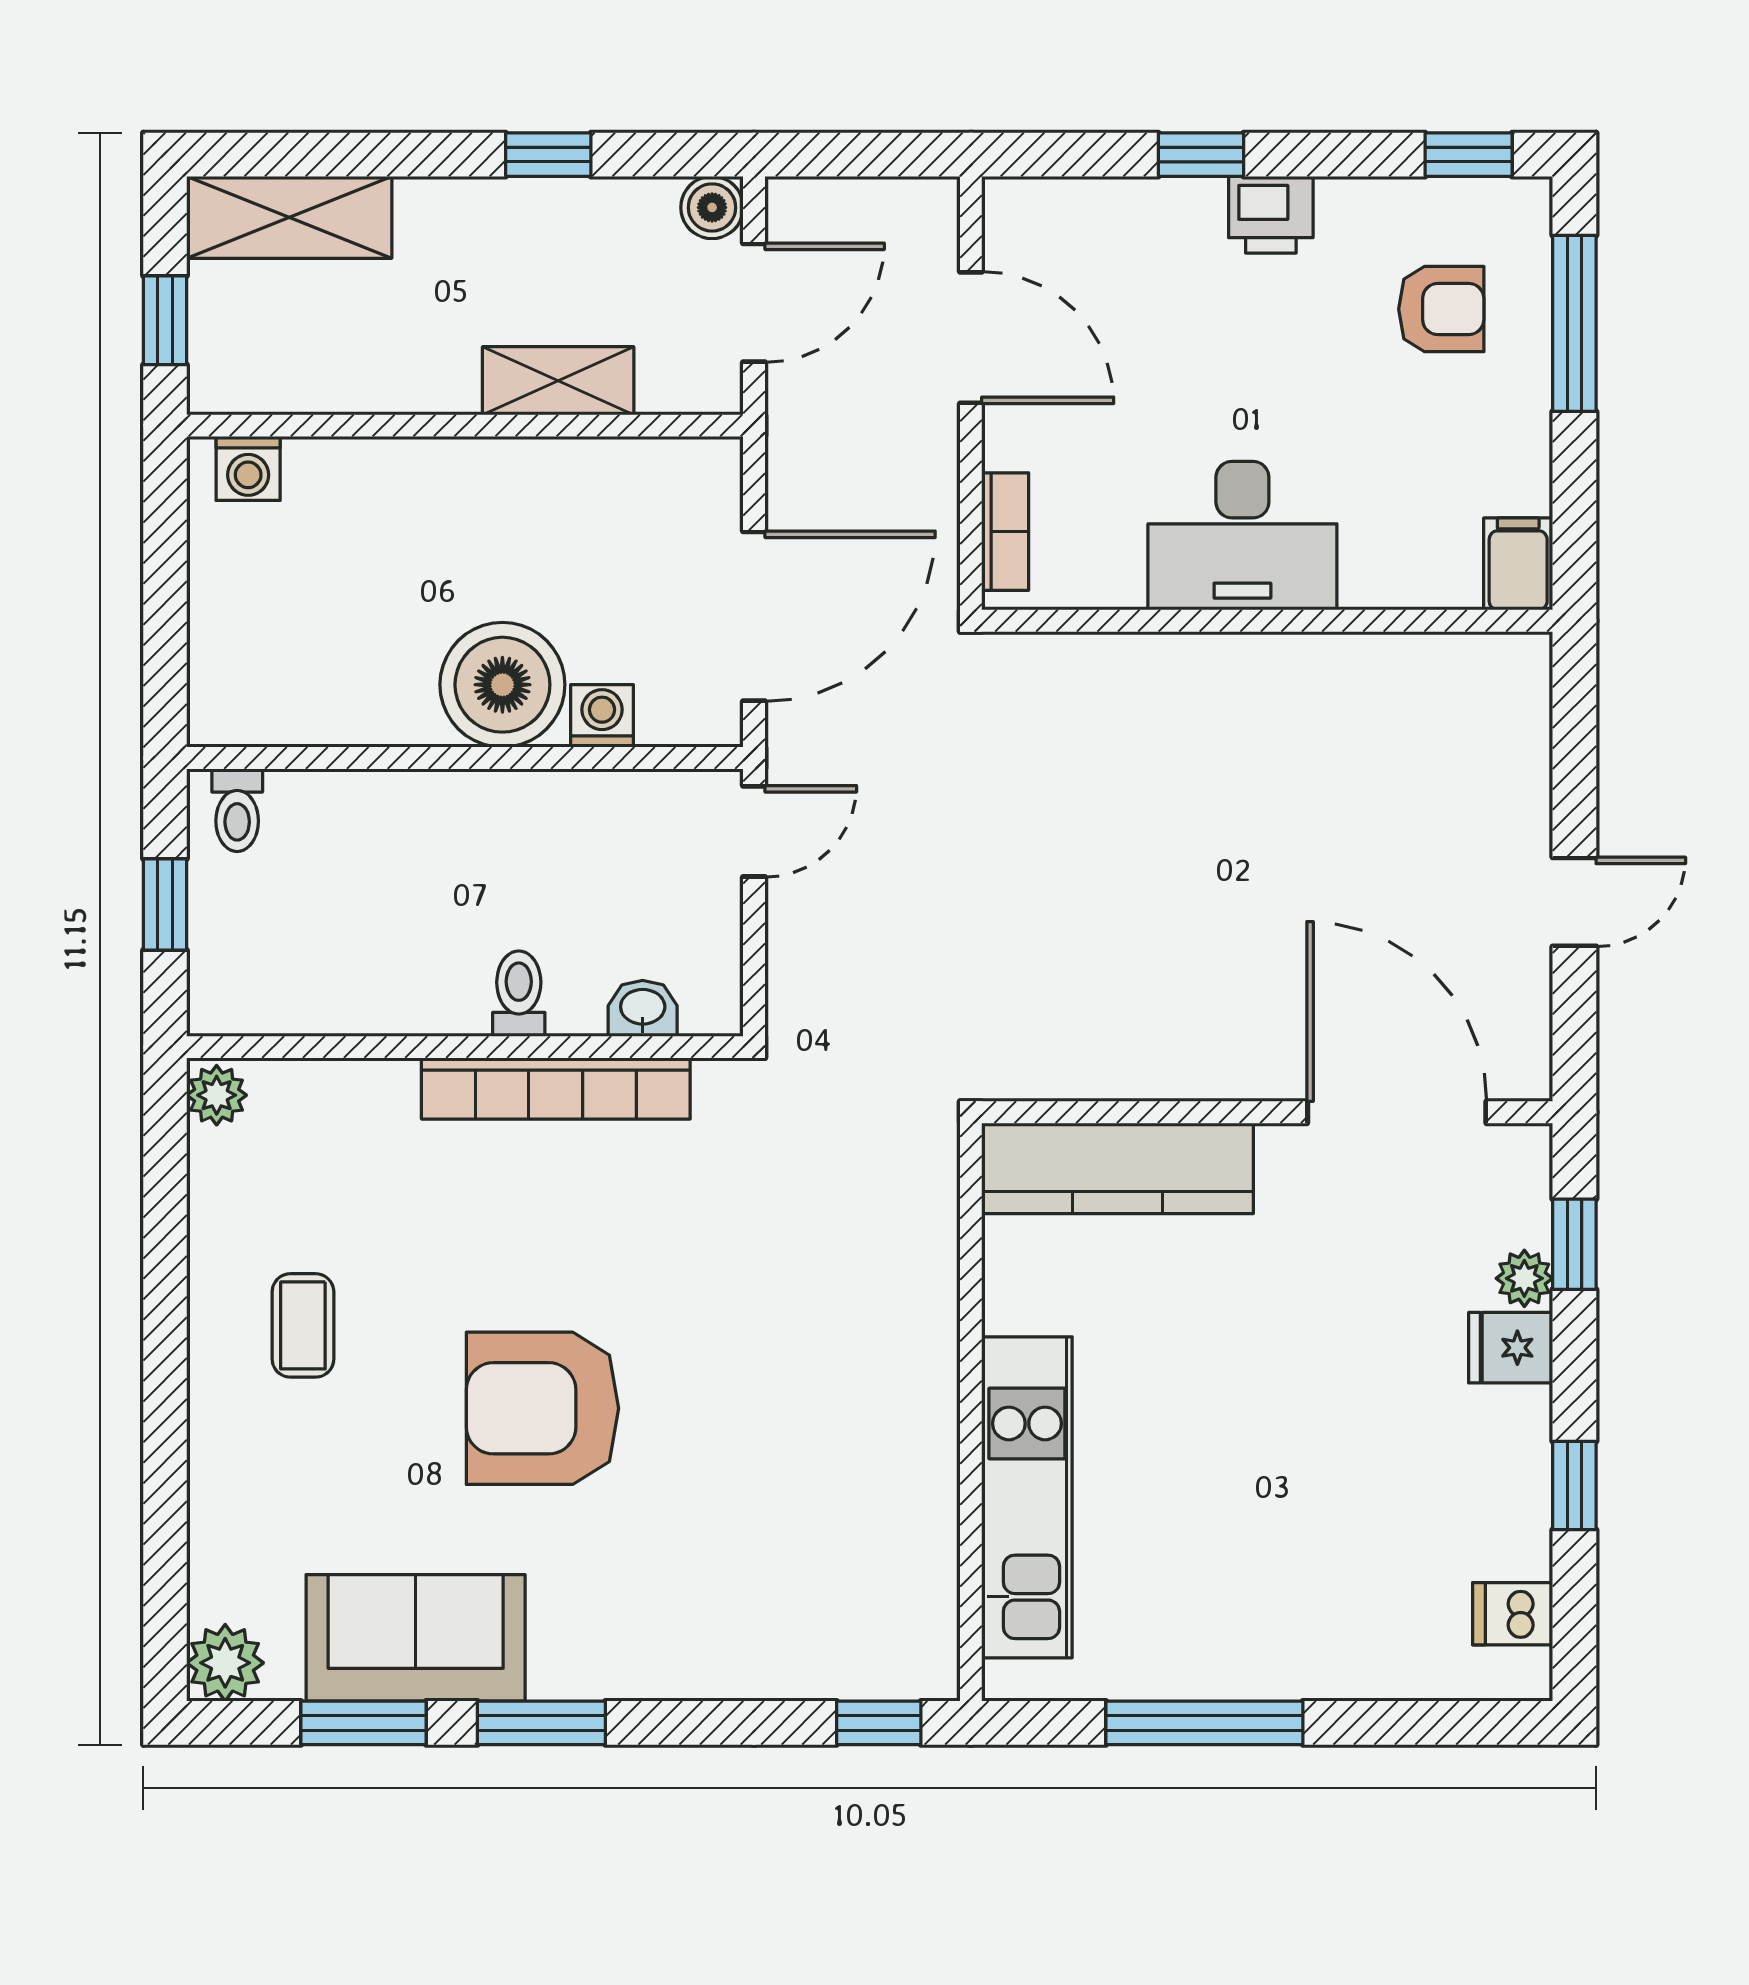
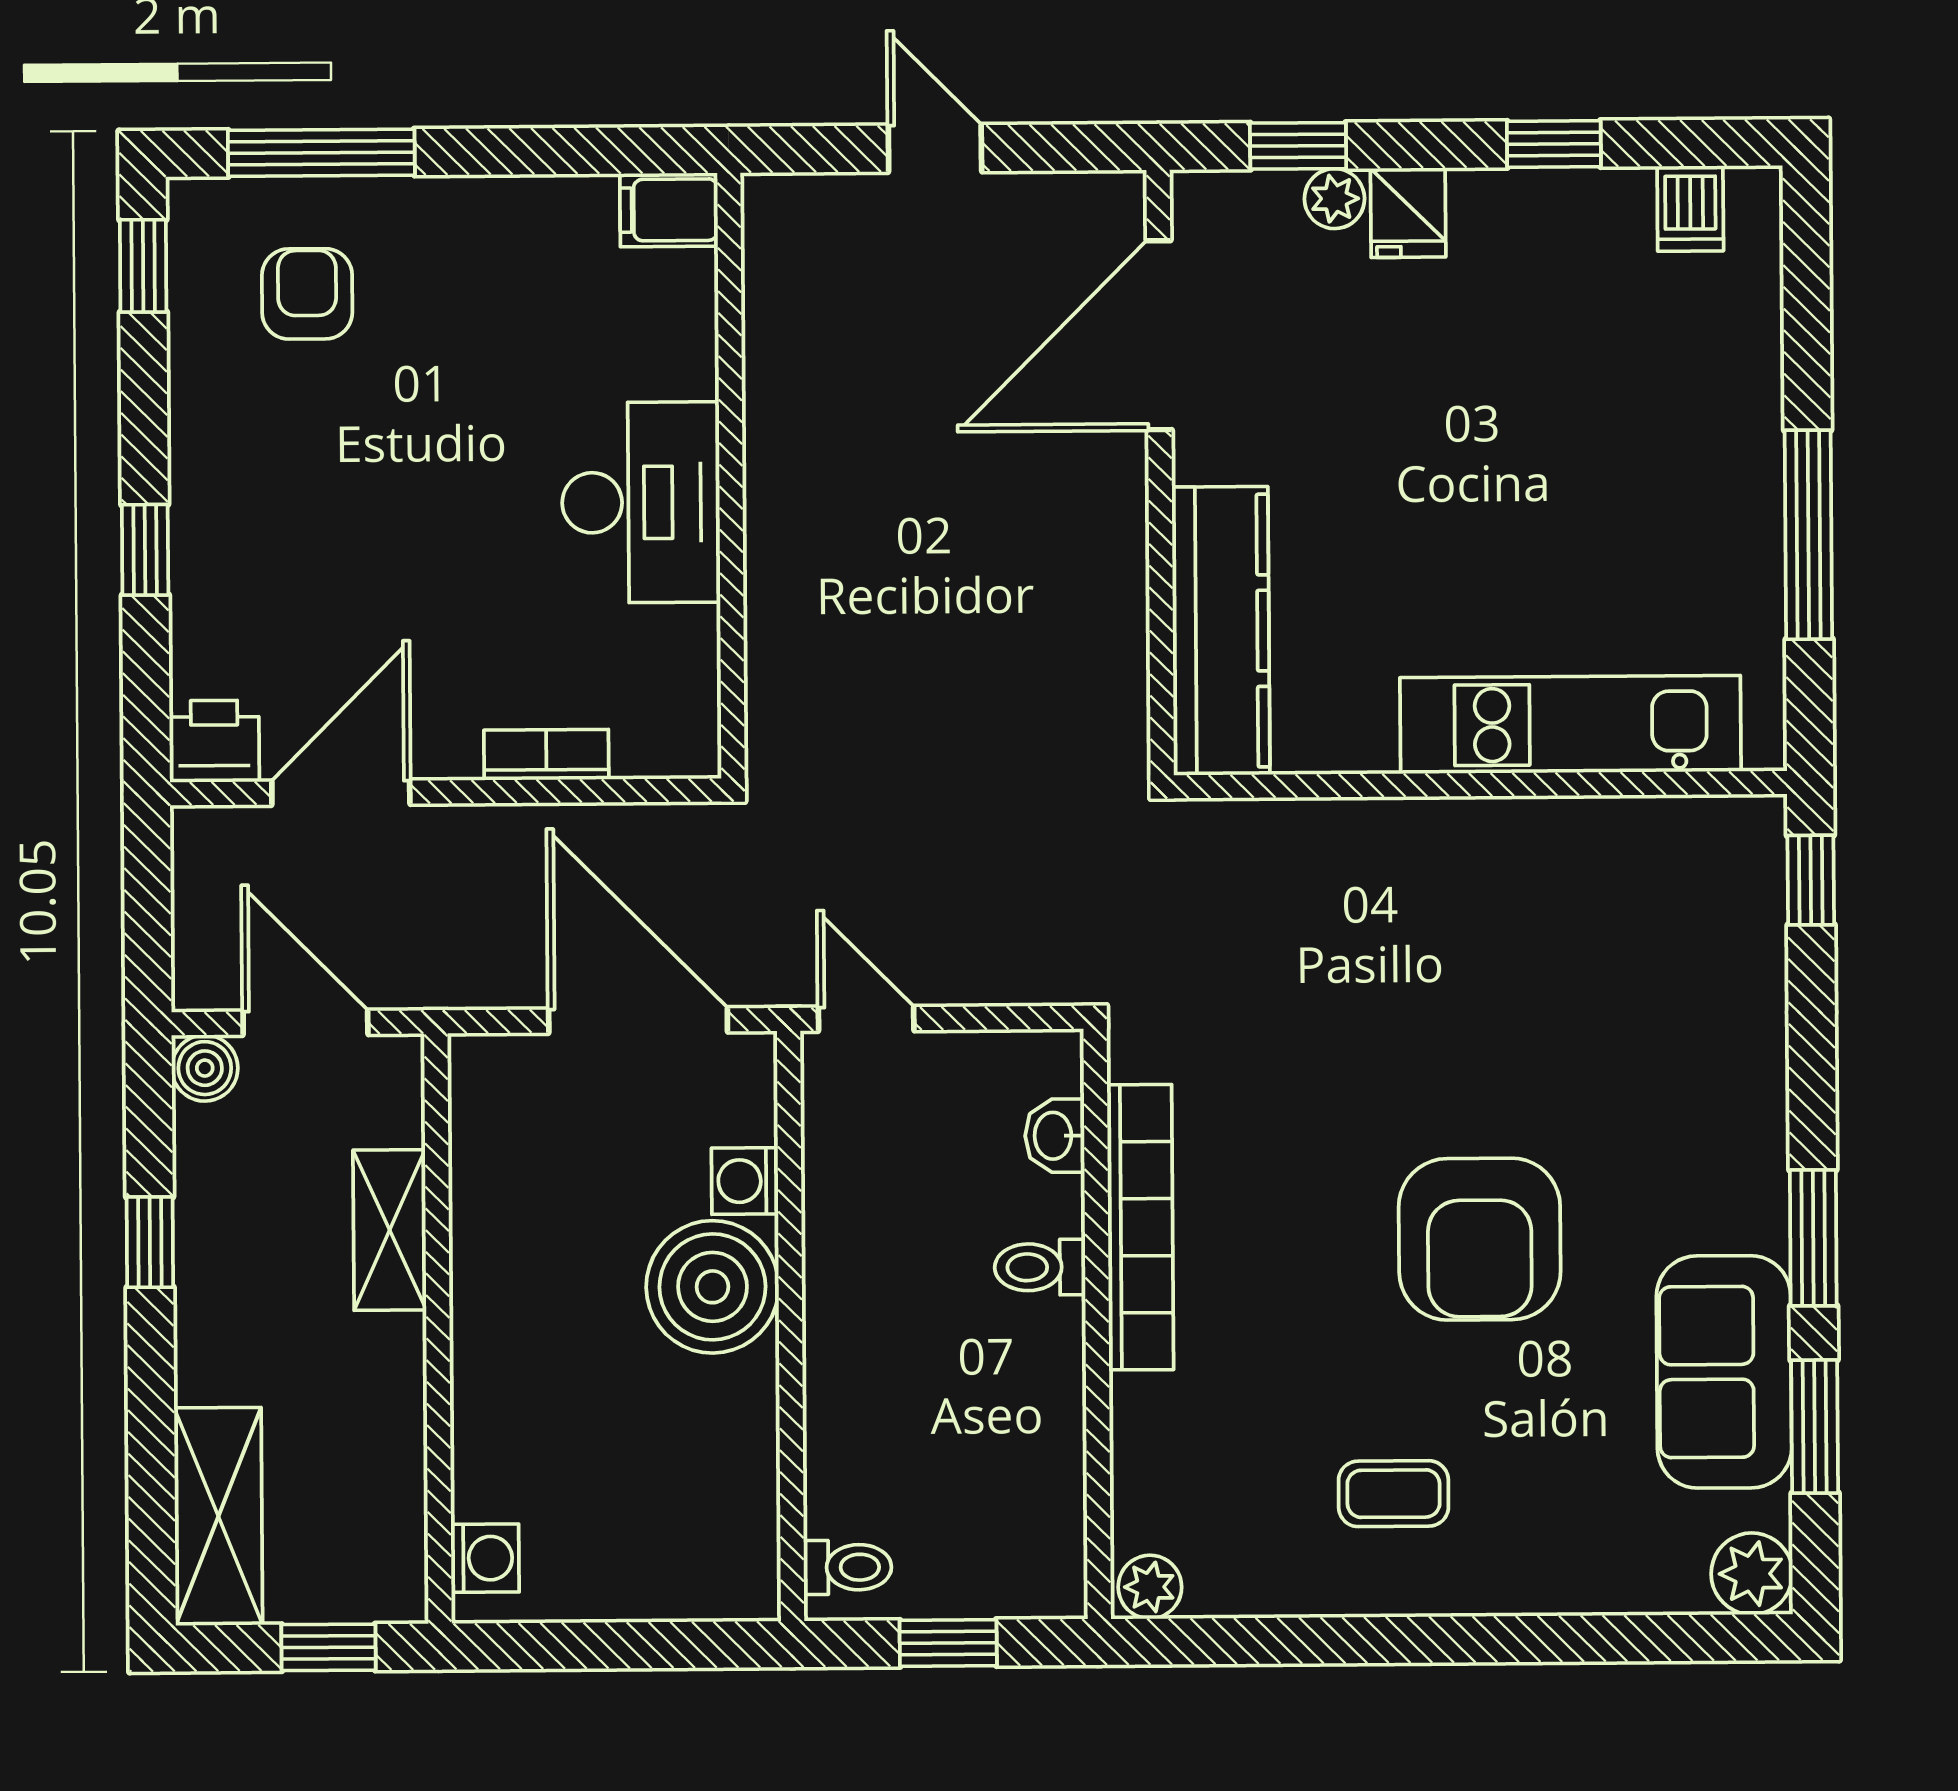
printer: (1271, 215) -> (214, 741), moved, turned -90
desk: (1242, 536) -> (641, 502), moved
filing cabinet: (1518, 564) -> (669, 210), moved
wall: (1267, 621) -> (731, 476), moved

